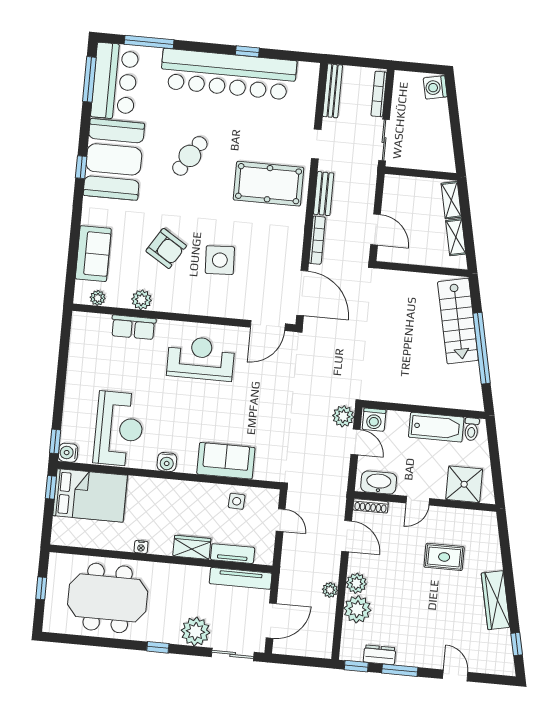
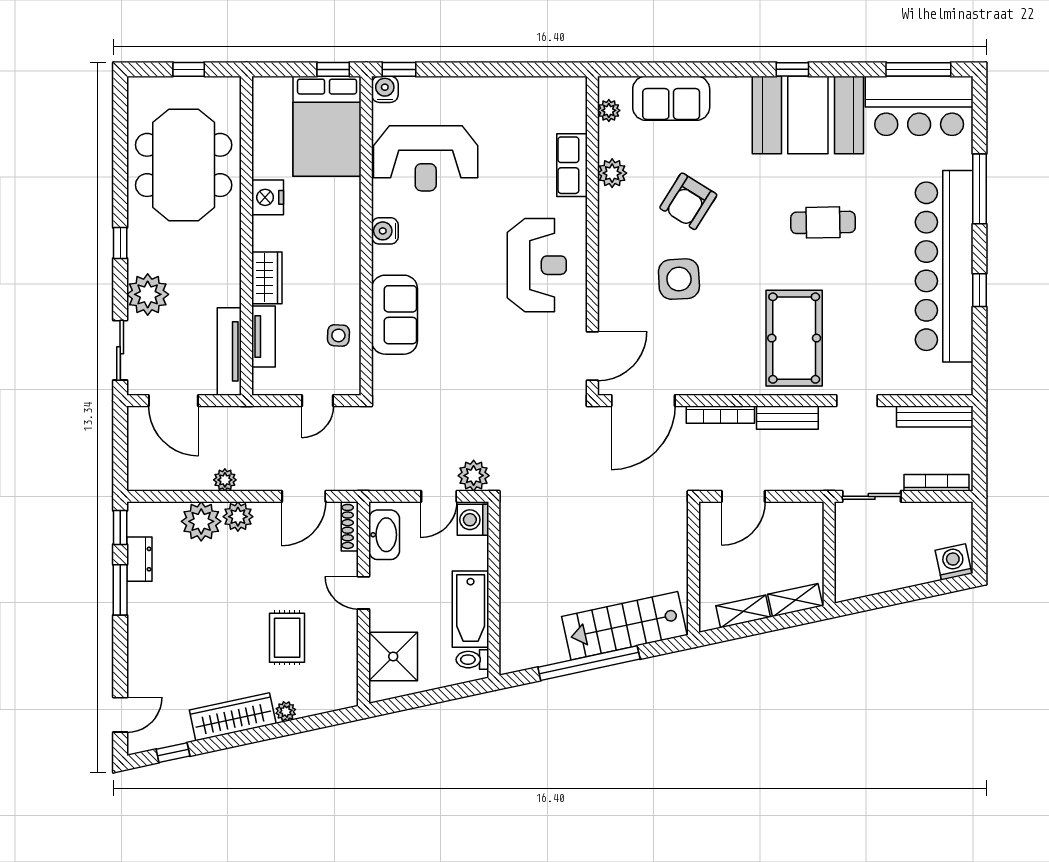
window: (149, 42) -> (979, 189), moved
cafe table: (190, 156) -> (823, 222), turned -34
door: (268, 326) -> (592, 356), swing flipped
nightstand: (141, 547) -> (268, 197), width x1.89, depth x1.79
plant: (495, 563) -> (286, 711), added
door: (455, 675) -> (120, 715), moved

